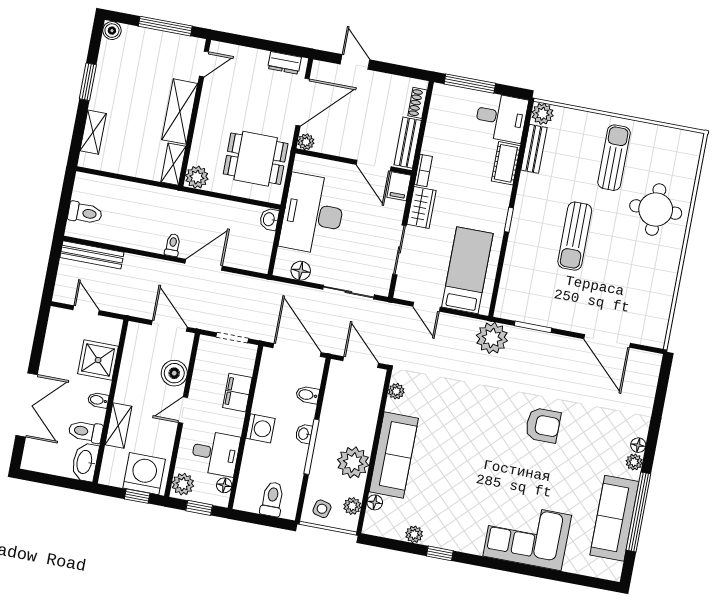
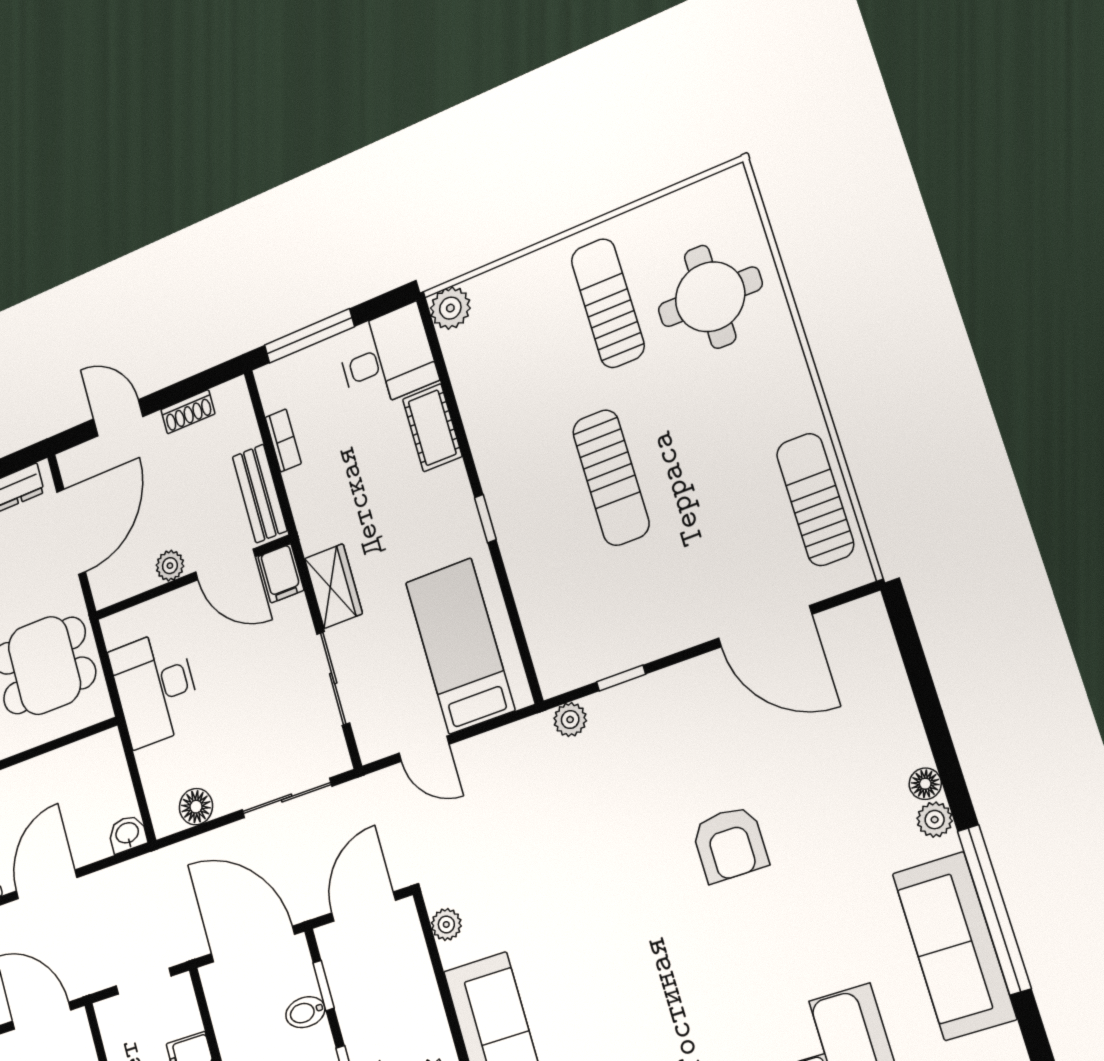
shoe rack: (417, 103) -> (188, 412), moved, turned -90
plant: (306, 142) -> (170, 566), moved
bench: (534, 149) -> (466, 374), removed
bookcase: (423, 171) -> (283, 440), moved
round table: (656, 210) -> (710, 297), moved
desk: (313, 214) -> (155, 688), width x0.73, depth x0.77
washbasin: (269, 219) -> (127, 834), moved, turned 90
sun lounger: (657, 299) -> (815, 499), added
window: (533, 327) -> (621, 678), width x0.67
plant: (492, 338) -> (570, 720), width x0.53, depth x0.53
door: (361, 362) -> (364, 907), hinge flipped
window: (323, 387) -> (324, 986), added
armchair: (543, 425) -> (730, 844), turned 90

